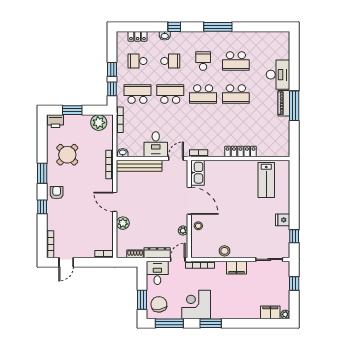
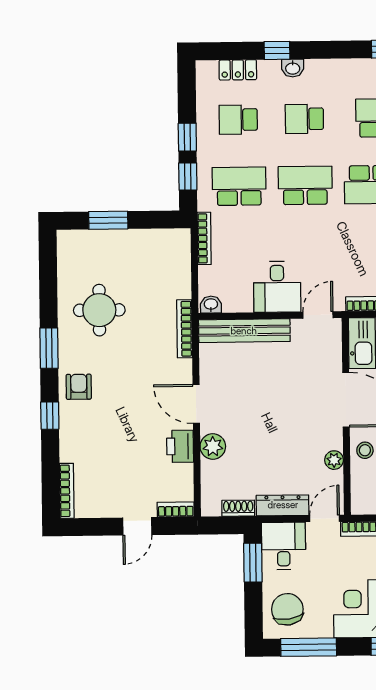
window: (174, 27) -> (277, 50), moved
school desk: (170, 61) -> (304, 119), turned 180
printer: (55, 121) -> (180, 446), moved, turned 90
plant: (99, 123) -> (162, 245), removed
round table: (67, 155) -> (99, 310), turned 45
door: (66, 262) -> (137, 526), moved
window: (142, 300) -> (253, 563), moved

